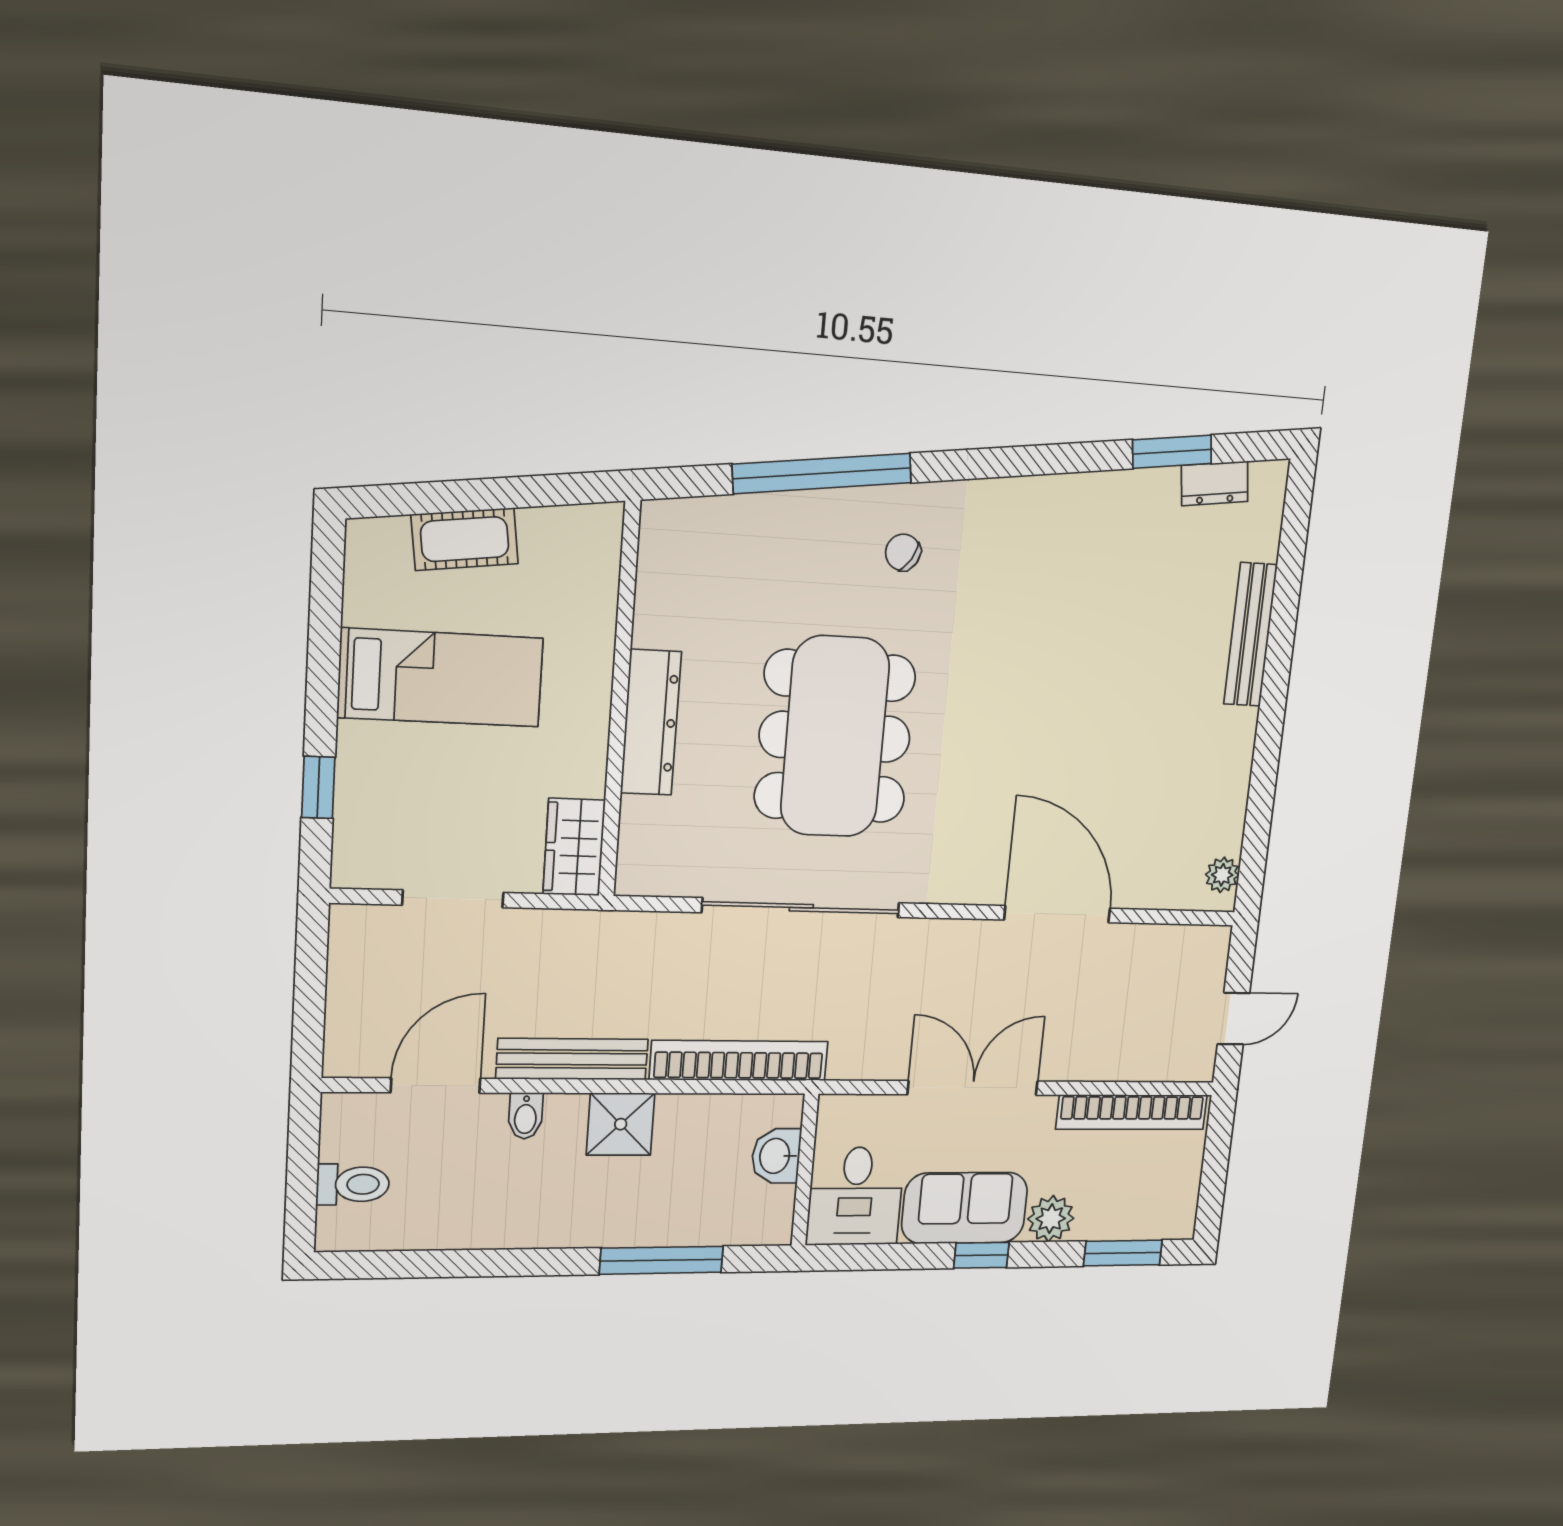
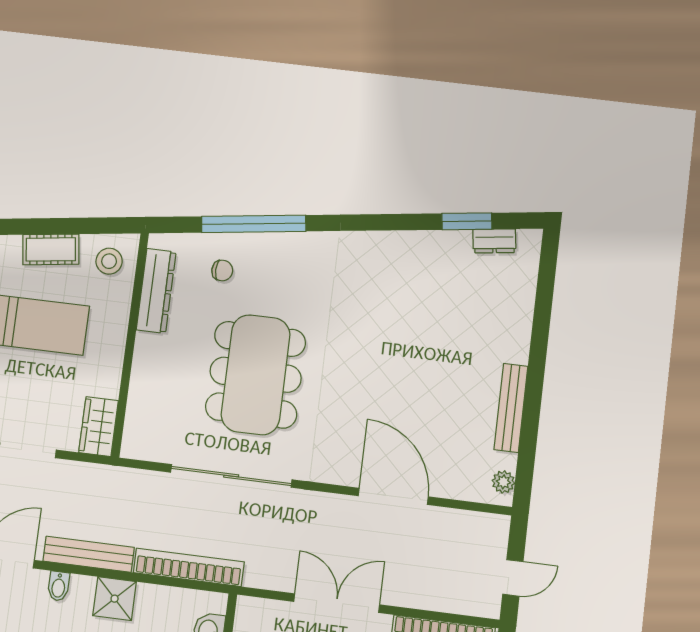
chair: (903, 552) -> (222, 270), moved, turned 148
stool: (572, 555) -> (109, 261), added
bench: (1250, 635) -> (511, 408), moved
dresser: (651, 723) -> (156, 291), moved

